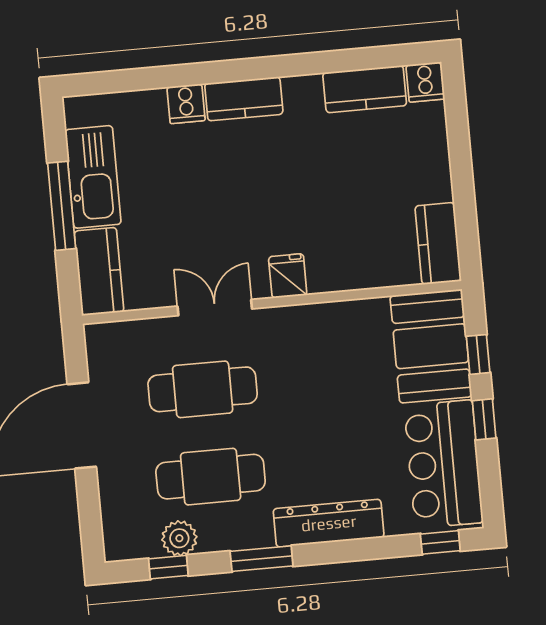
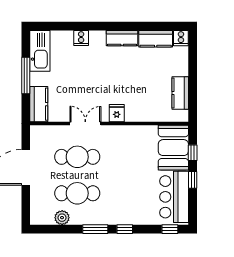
kitchen counter: (244, 99) -> (122, 38), moved
kitchen sink: (93, 177) -> (40, 51), moved
kitchen counter: (438, 243) -> (180, 93), moved
dresser: (329, 523) -> (124, 217), removed
window: (168, 567) -> (125, 229), moved

